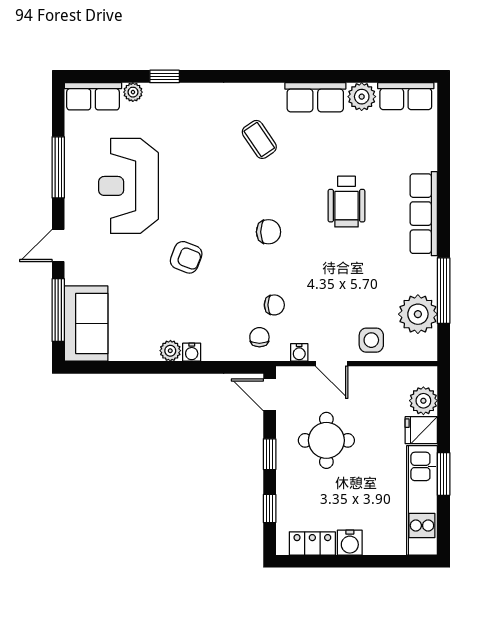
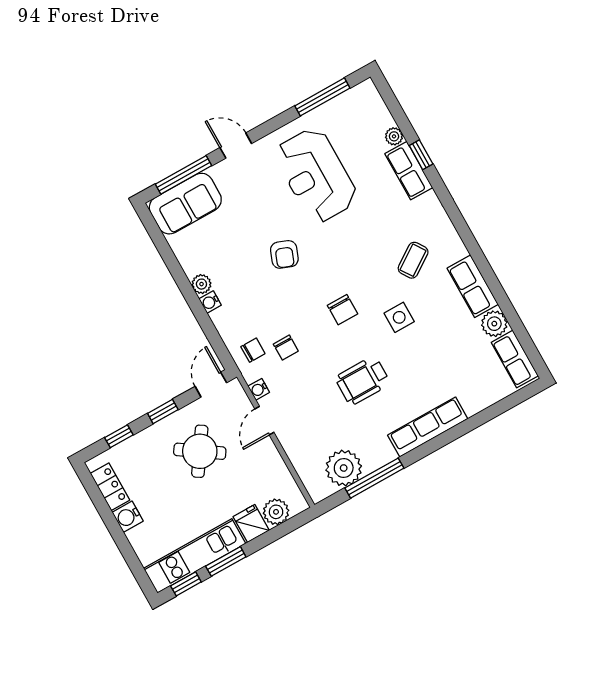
row of seats: (93, 96) -> (409, 171), moved
window: (58, 167) -> (322, 97), moved
reception desk: (128, 186) -> (316, 175), turned -90
wheelchair: (346, 202) -> (363, 381), moved
side table: (371, 340) -> (399, 317), moved
round table: (326, 440) -> (200, 451), turned 34
window: (444, 523) -> (186, 584), added

